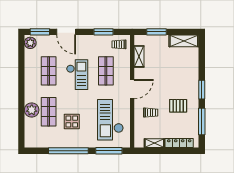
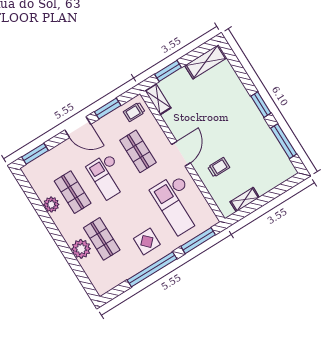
door: (66, 32) -> (78, 127), moved
plant: (30, 43) -> (51, 205), moved
shelving: (139, 56) -> (158, 99), moved
checkout: (77, 75) -> (108, 176), turned 180
pallet: (178, 106) -> (245, 140), removed
display table: (72, 122) -> (147, 241), moved
locker: (179, 143) -> (273, 182), removed

